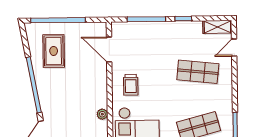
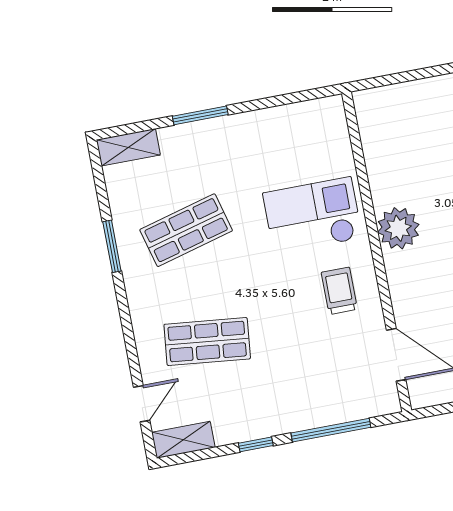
plant: (102, 114) -> (398, 228), width x1.87, depth x1.87

